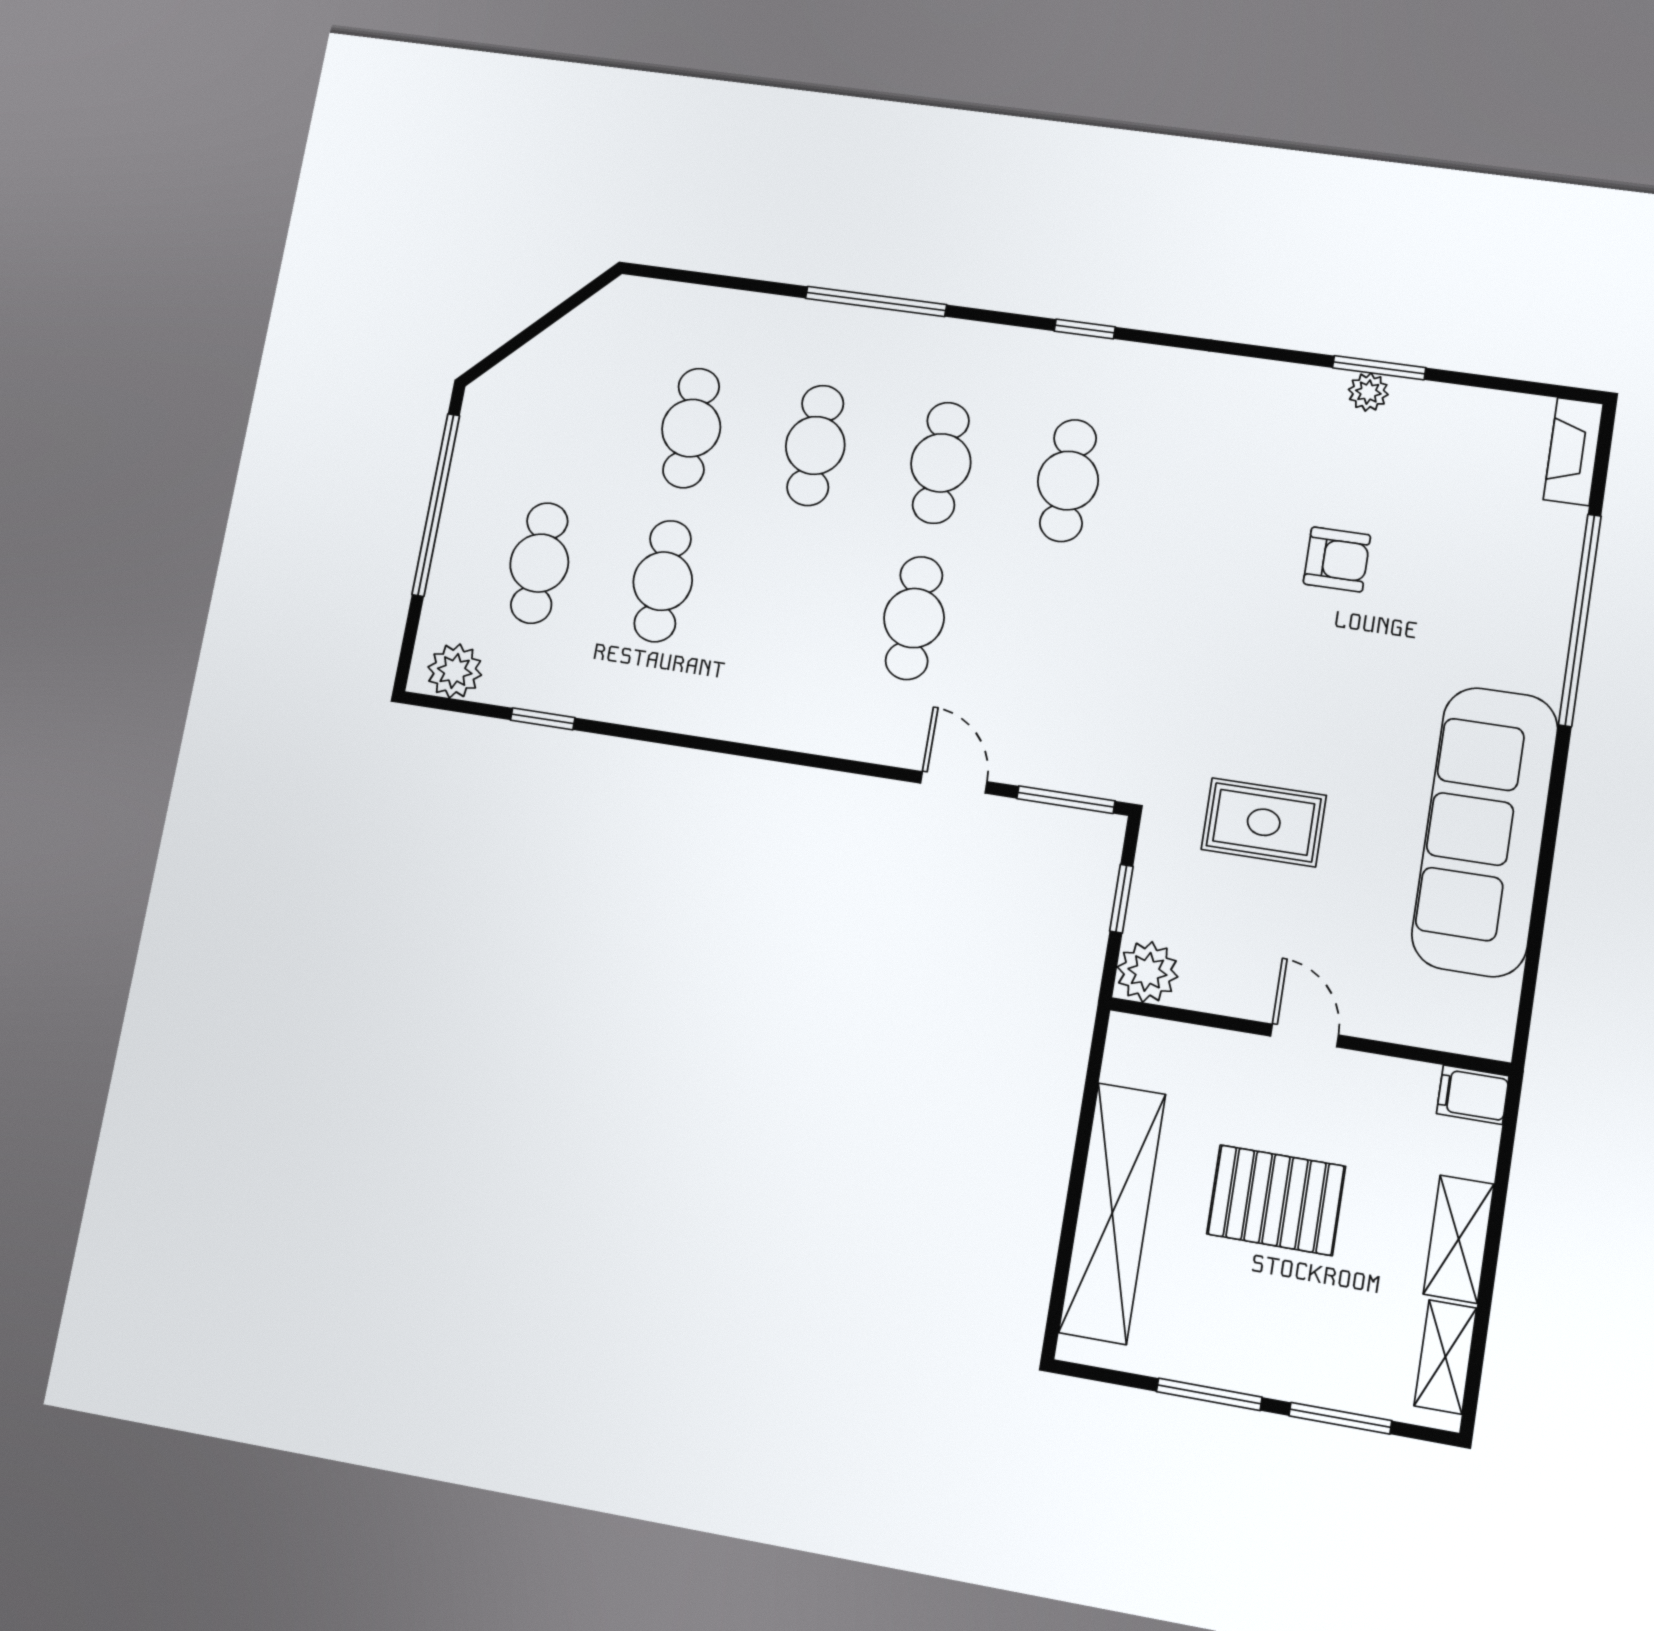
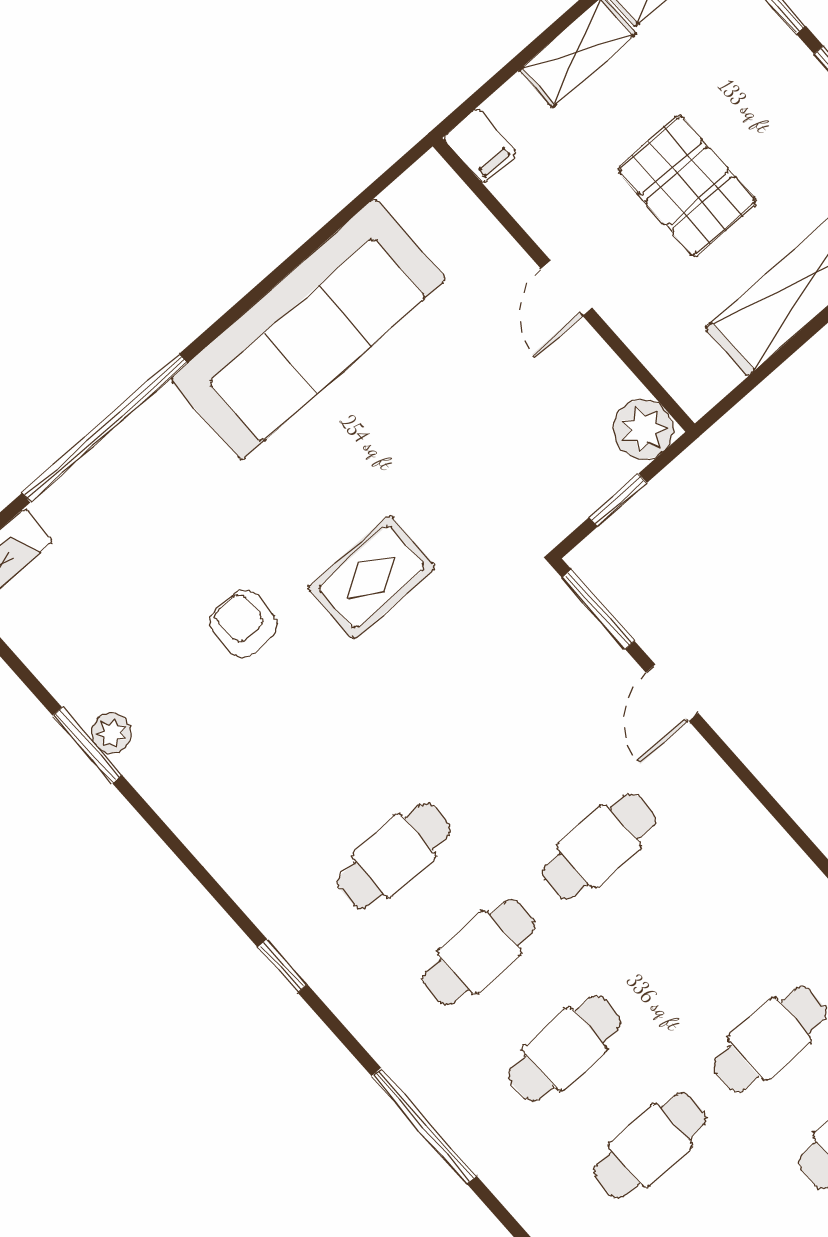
rug: (1264, 822) -> (372, 577), moved, turned 90

